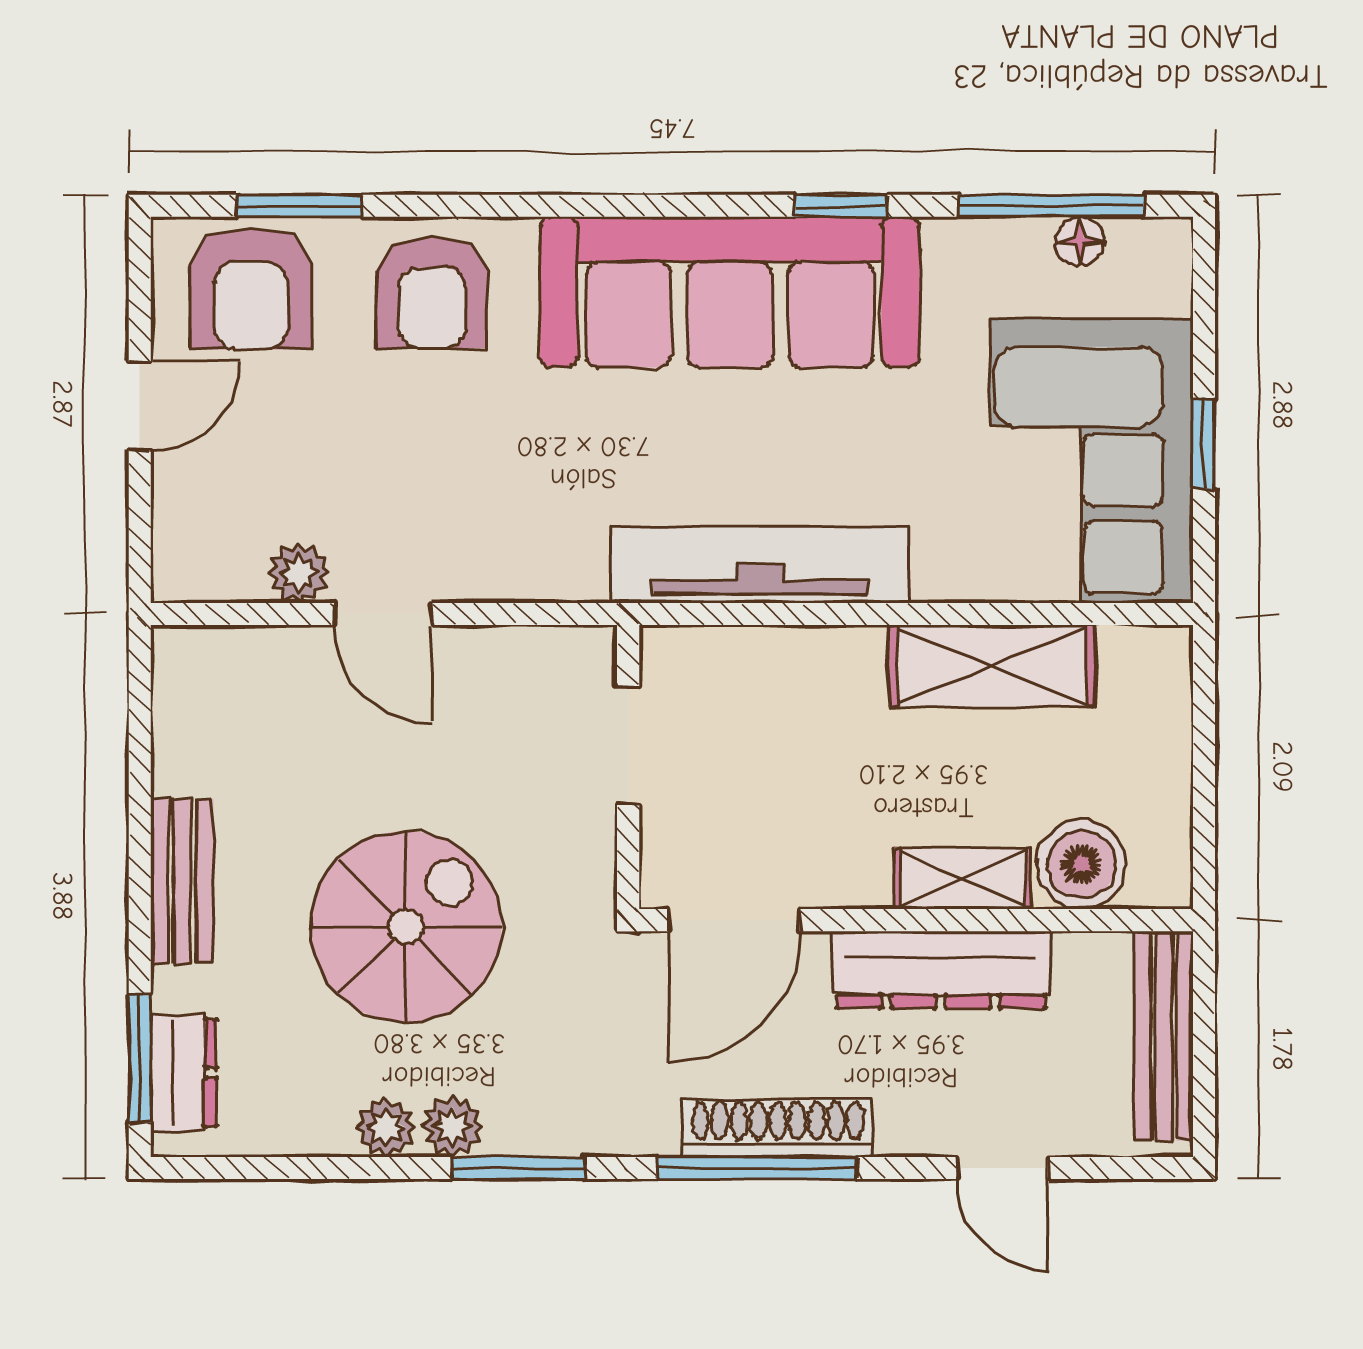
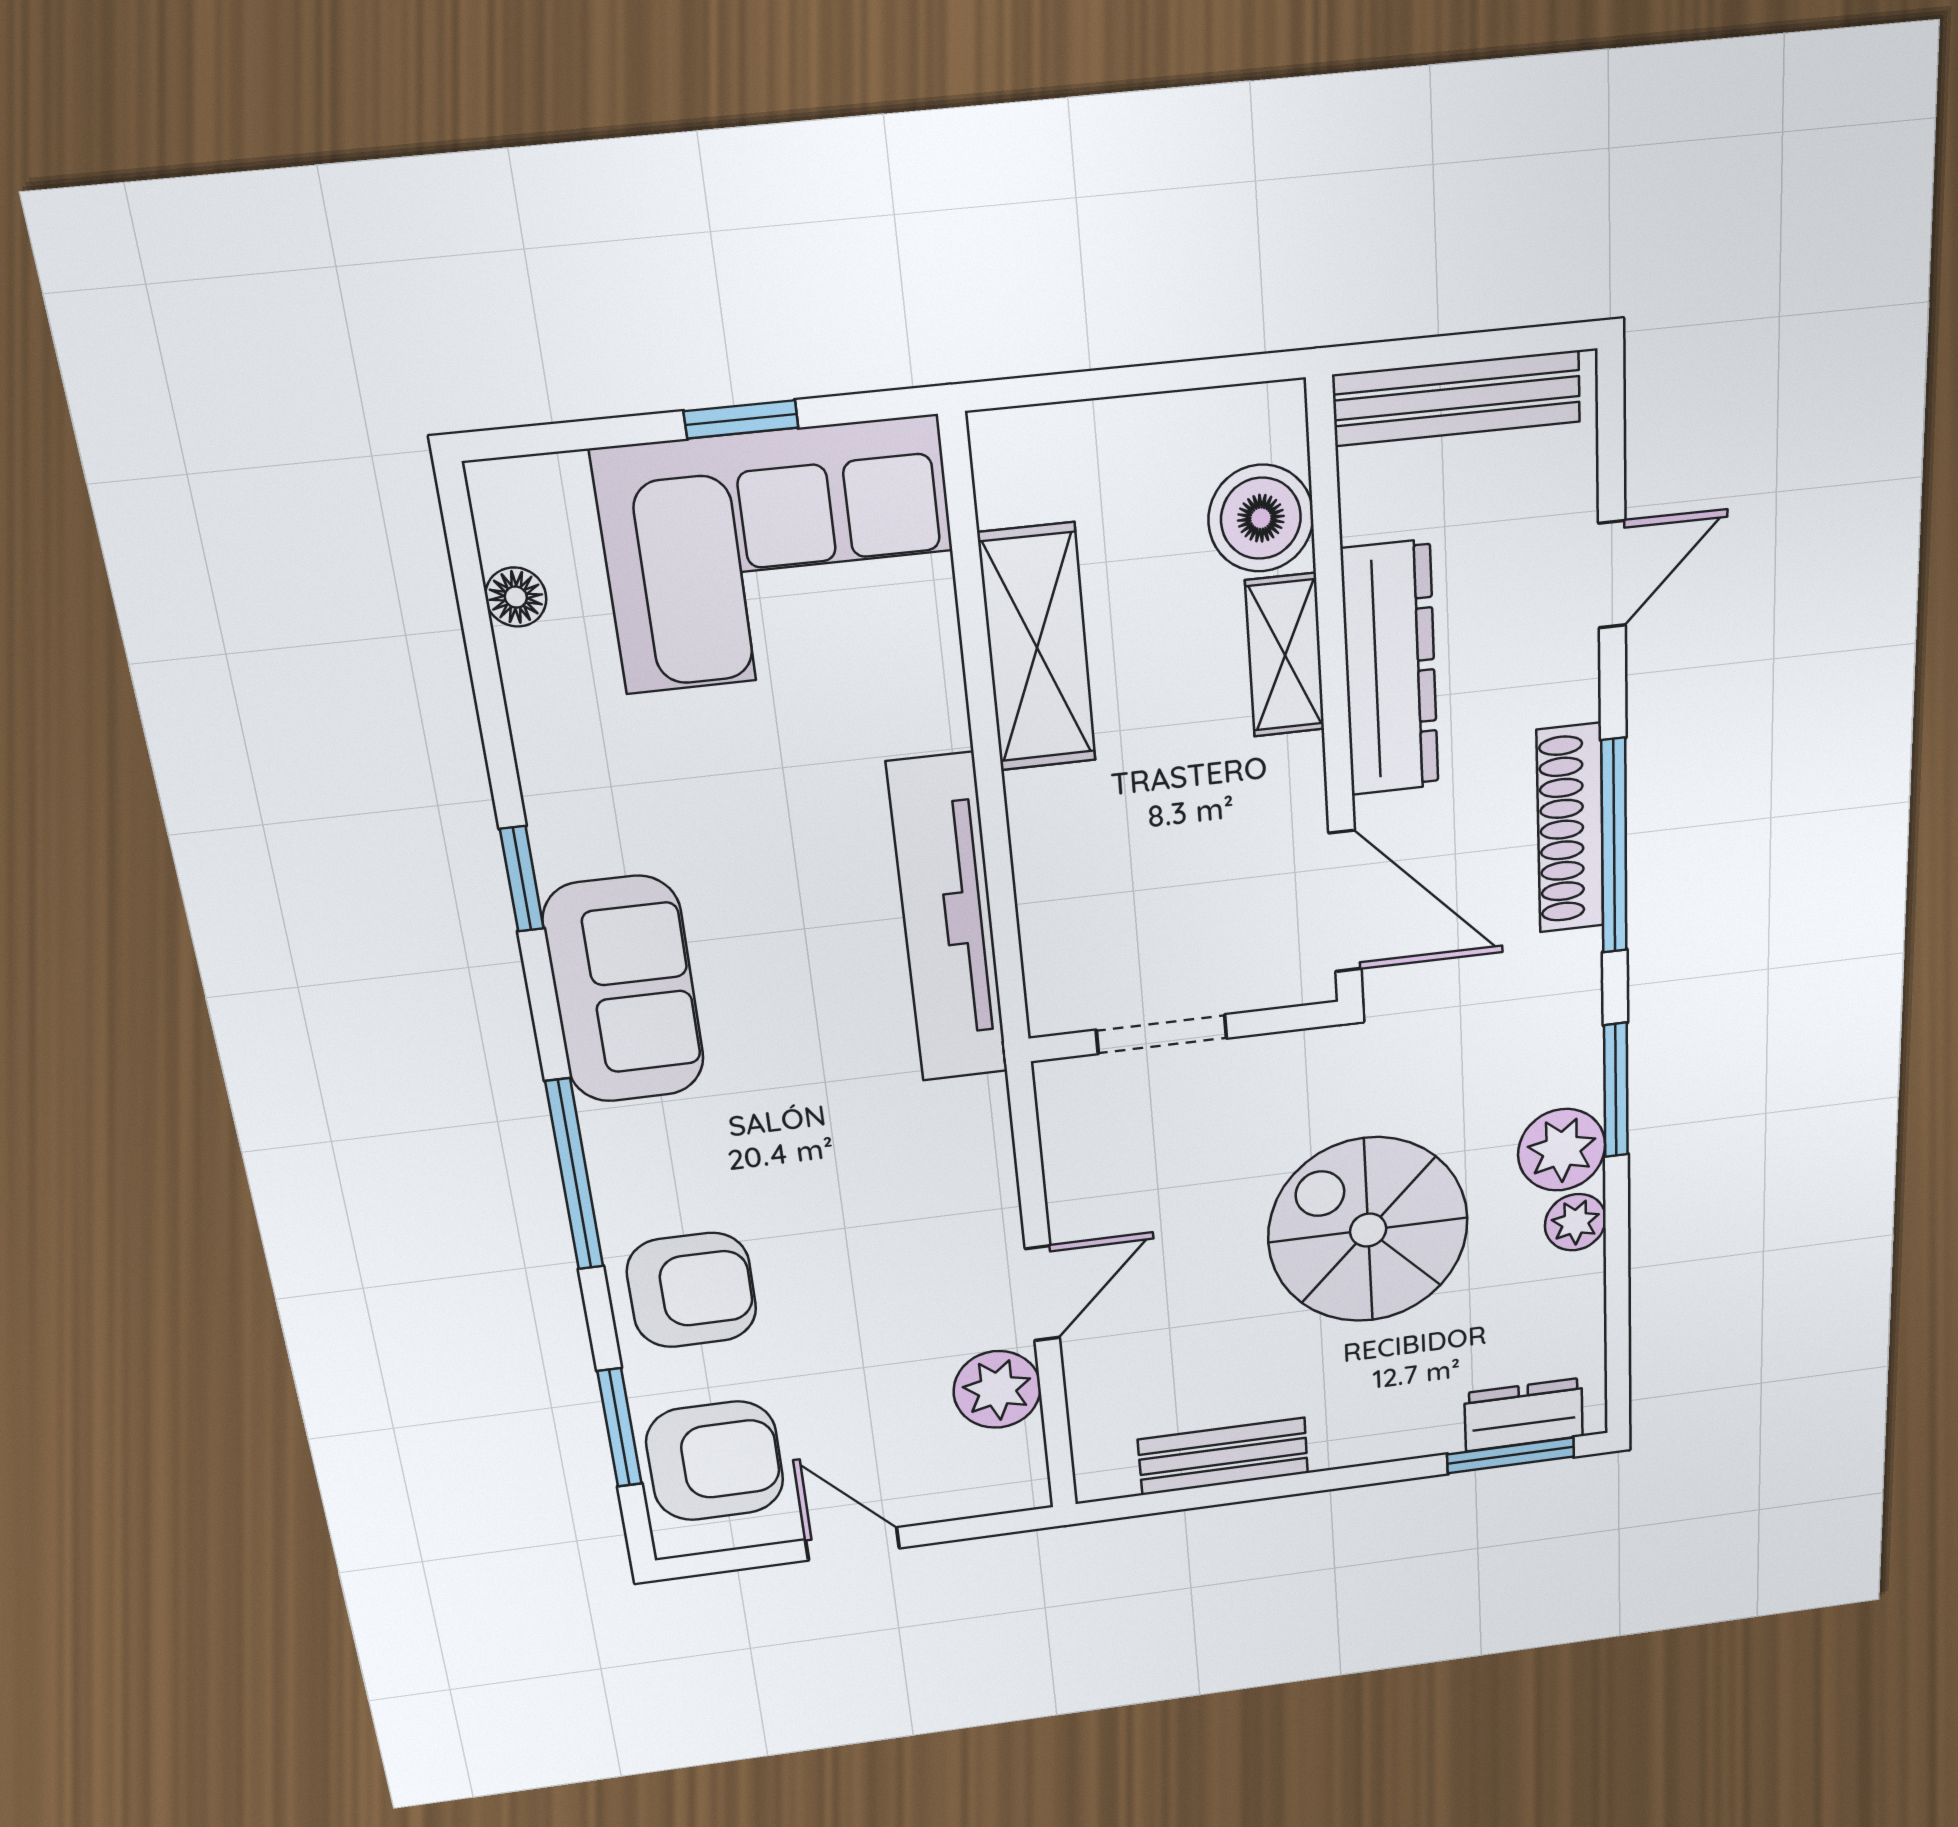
window: (1051, 206) -> (574, 1175), moved
sofa: (730, 292) -> (624, 990), width x0.54, depth x0.79
plant: (299, 573) -> (997, 1390), width x1.38, depth x1.38
bench: (182, 881) -> (1223, 1456), moved
plant: (452, 1127) -> (1562, 1150), width x1.38, depth x1.38

